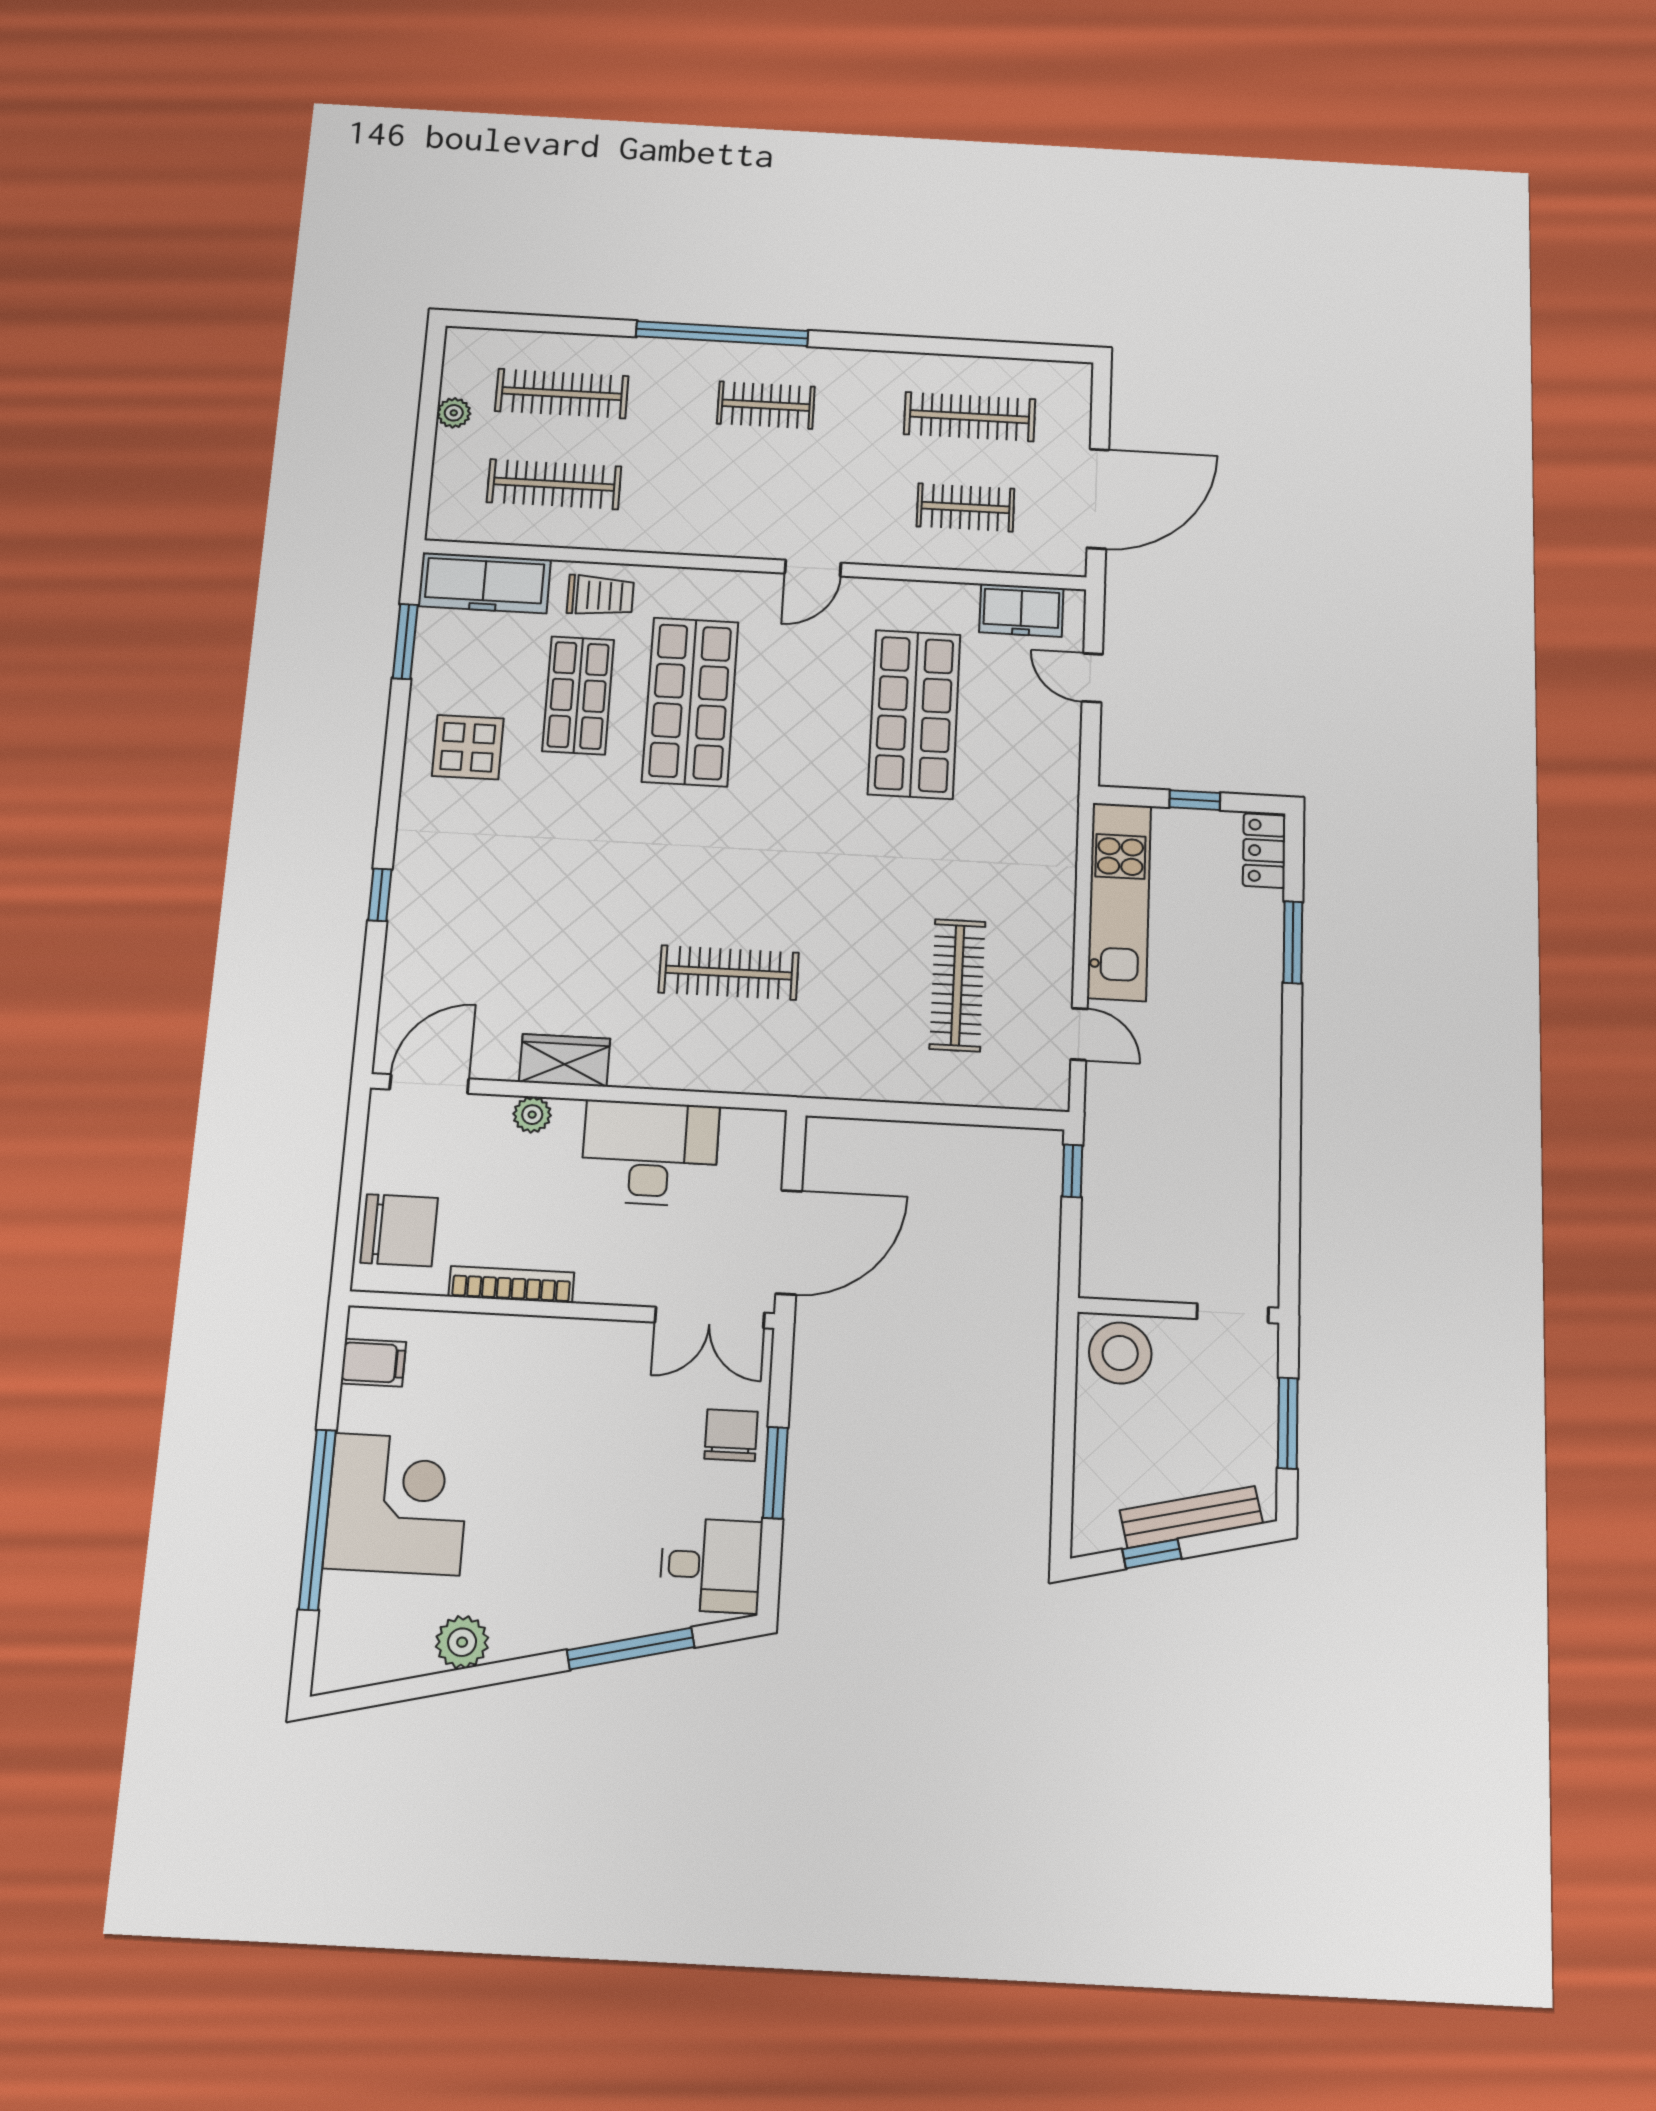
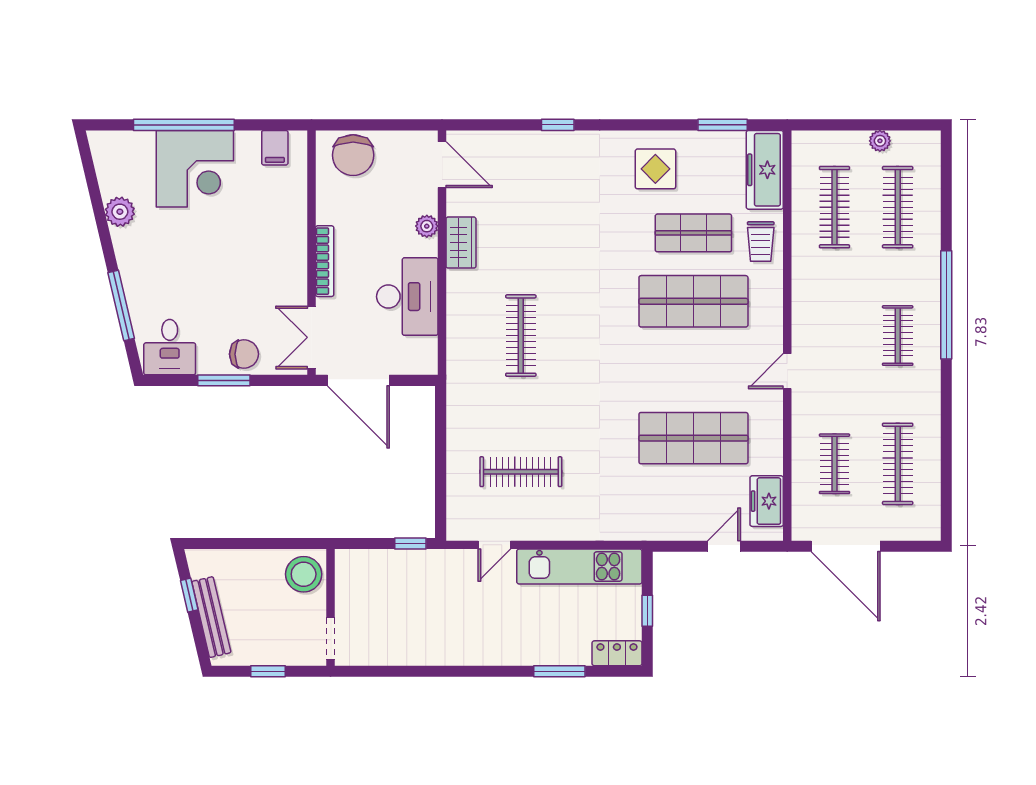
door: (813, 568) -> (787, 371), hinge flipped
bookcase: (511, 1284) -> (325, 261), moved
window: (1288, 1423) -> (268, 671), width x0.67

